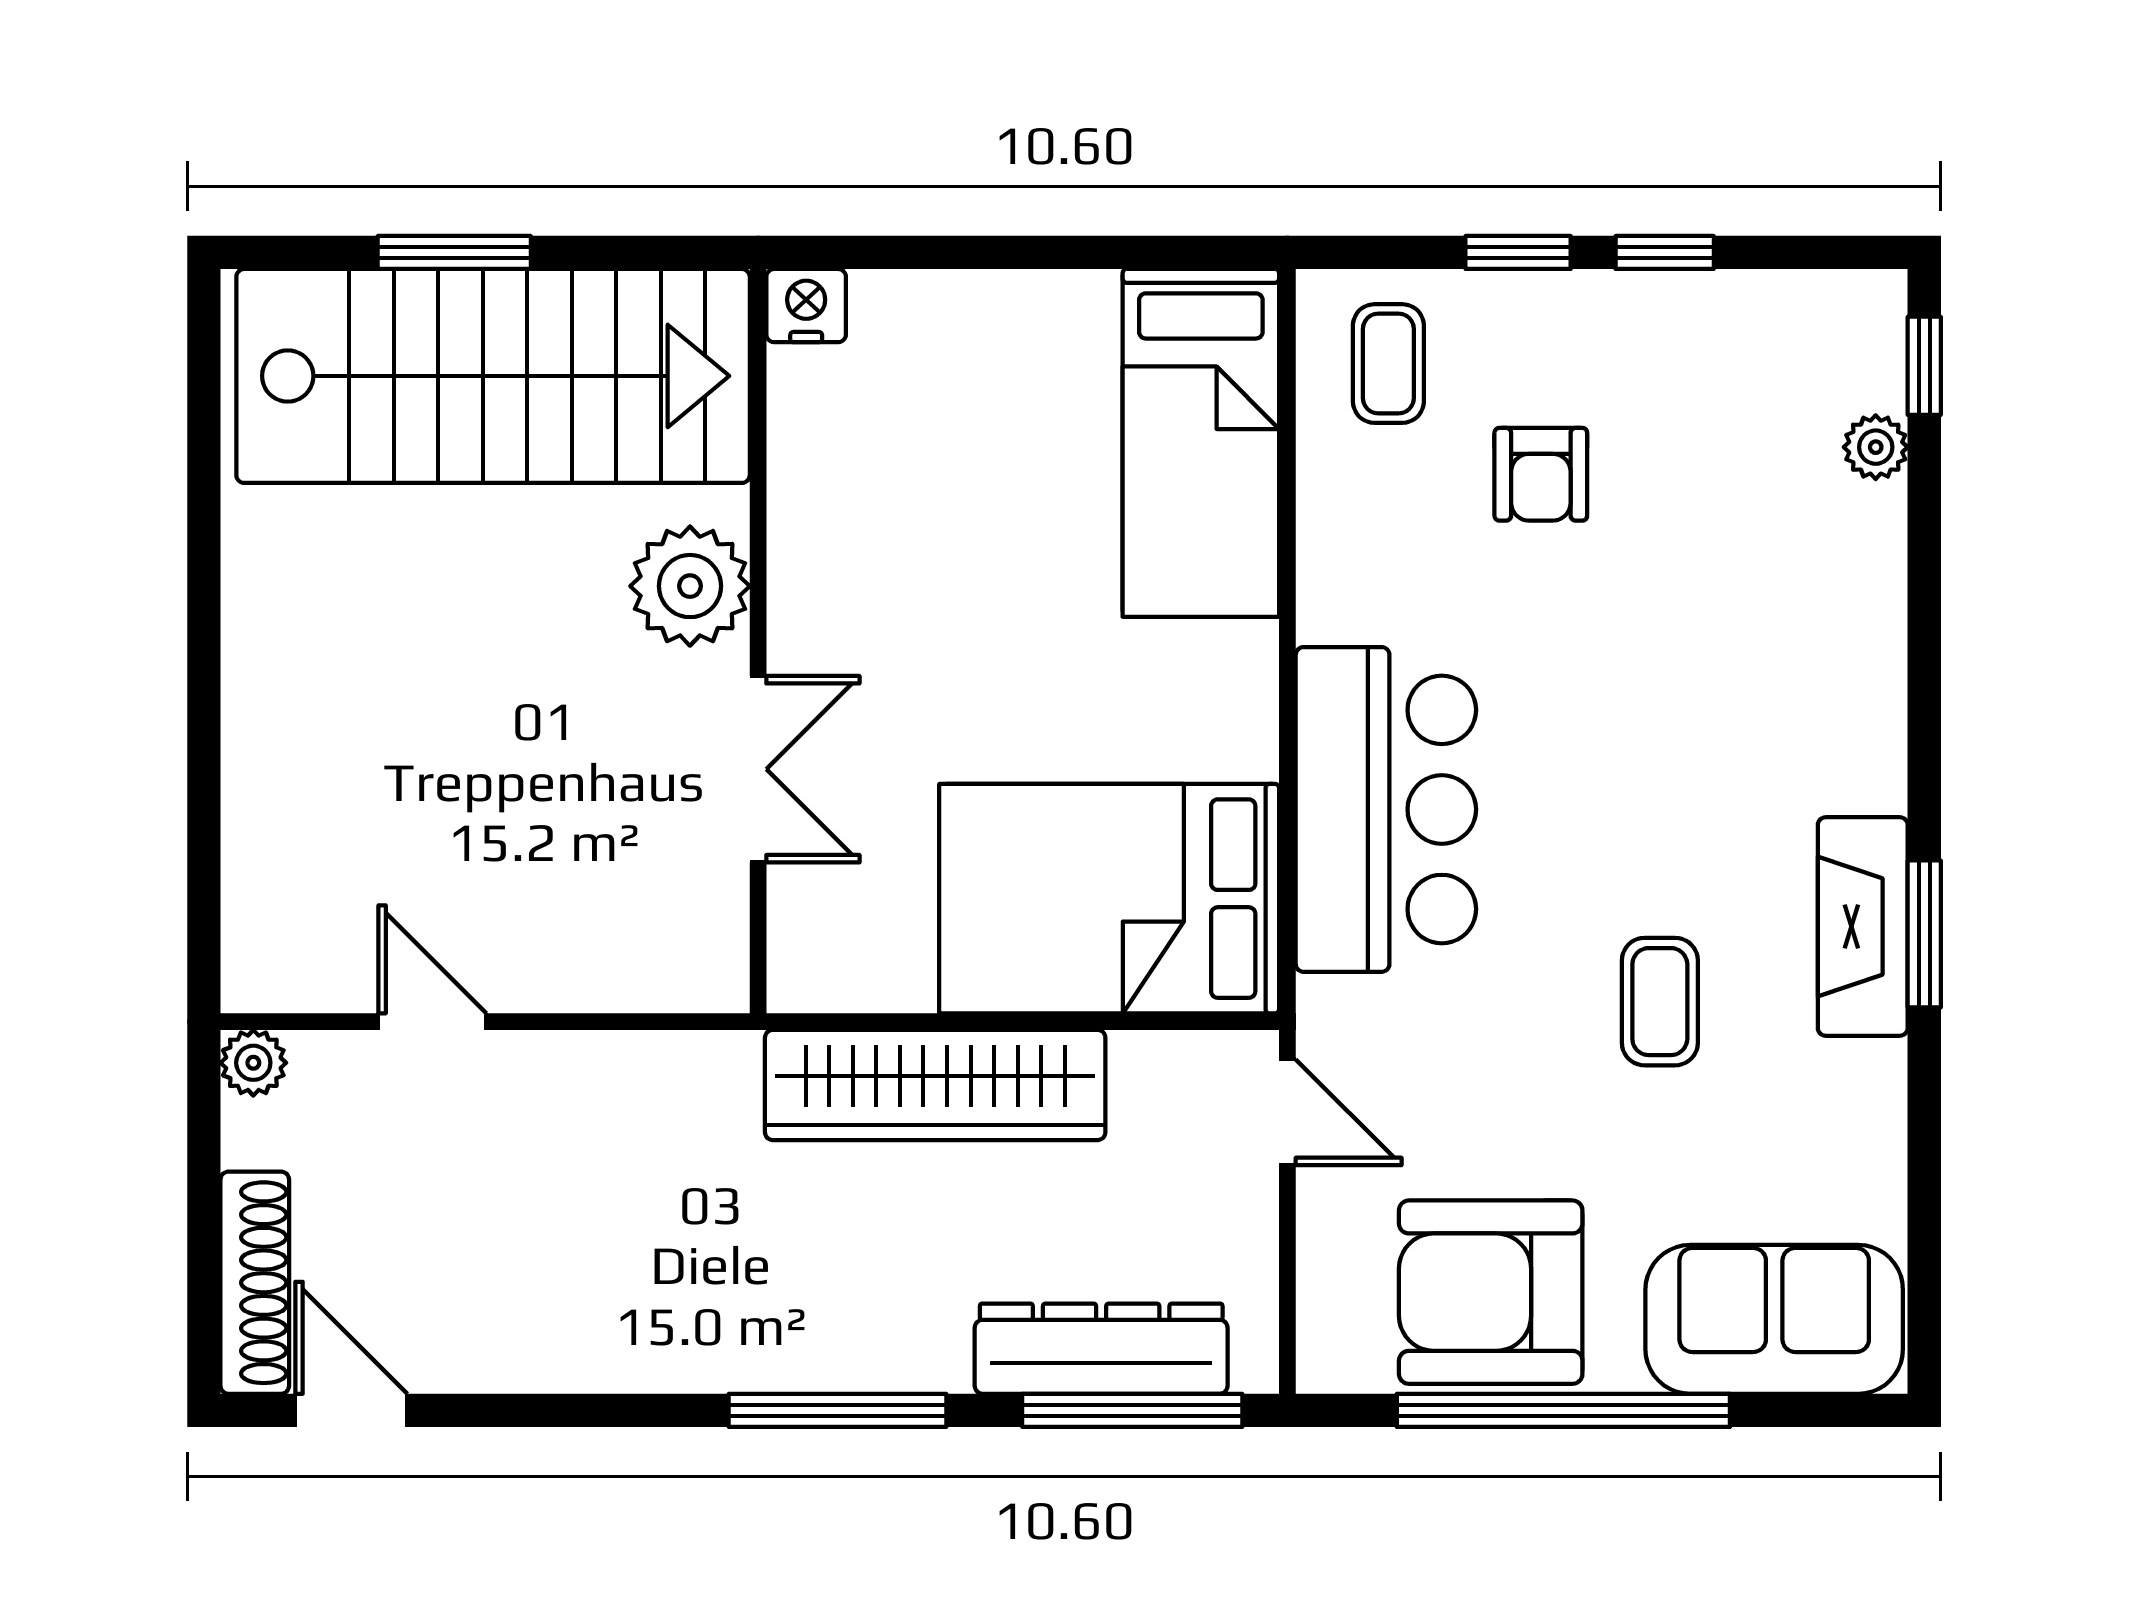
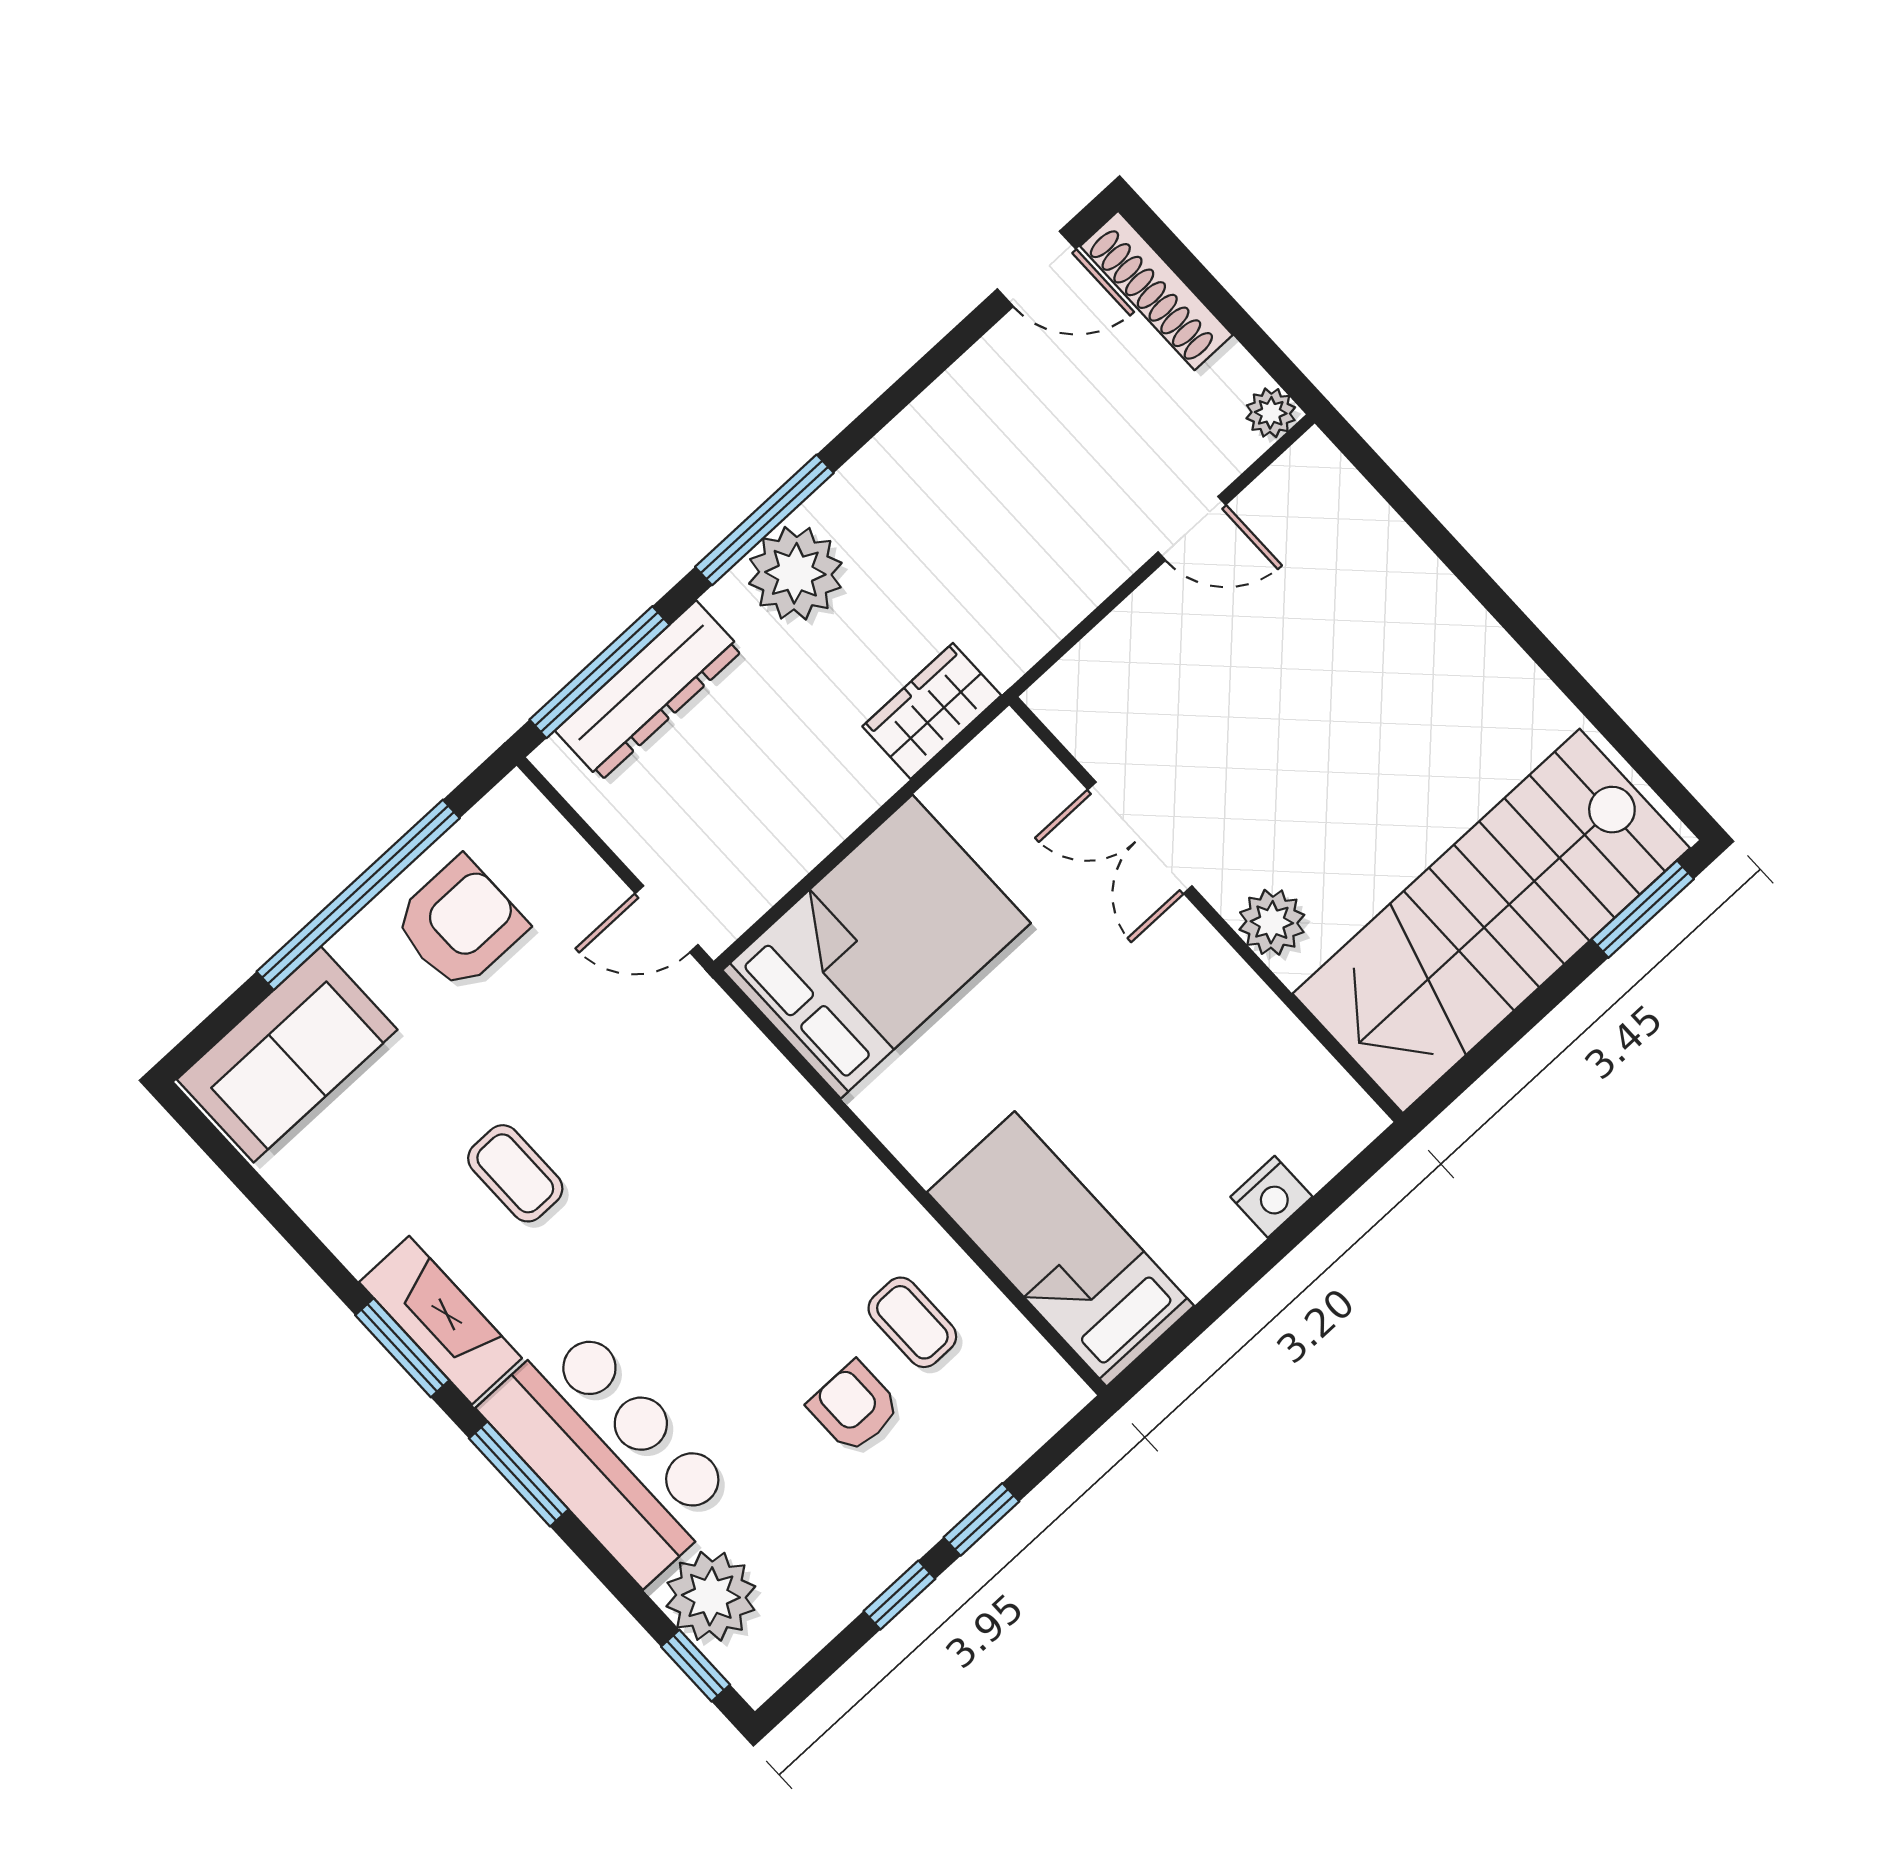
window: (454, 252) -> (1643, 909), moved
nightstand: (806, 306) -> (1271, 1197), moved
coffee table: (1388, 364) -> (912, 1322), moved
plant: (1876, 447) -> (711, 1596), width x1.88, depth x1.88
plant: (690, 586) -> (1272, 922), width x0.73, depth x0.73
window: (1924, 708) -> (519, 1474), added
bar counter: (1386, 809) -> (610, 1453), moved, turned 180
wardrobe: (935, 1085) -> (932, 711), width x0.48, depth x0.85
armchair: (1491, 1292) -> (460, 923), width x0.73, depth x0.73
plant: (855, 1331) -> (795, 573), added

